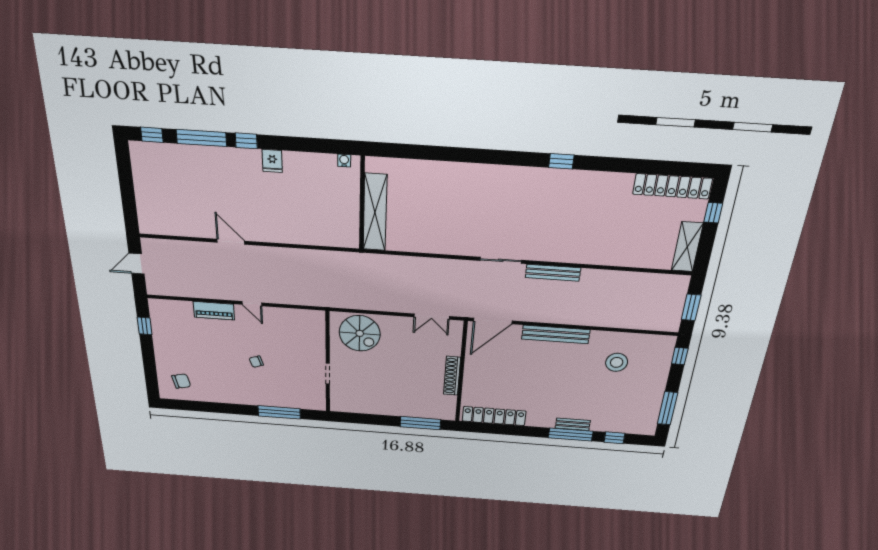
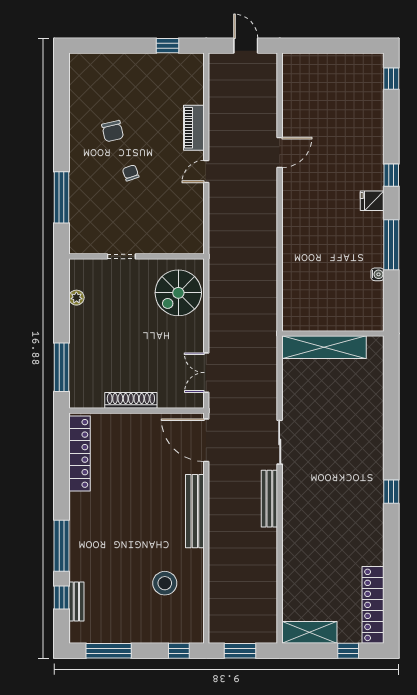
window: (201, 138) -> (391, 245), moved
wall: (362, 204) -> (333, 334), moved
shelving: (375, 212) -> (324, 347), moved
chair: (181, 381) -> (113, 131), moved
plant: (362, 408) -> (76, 298), added
bench: (573, 424) -> (76, 602), moved

